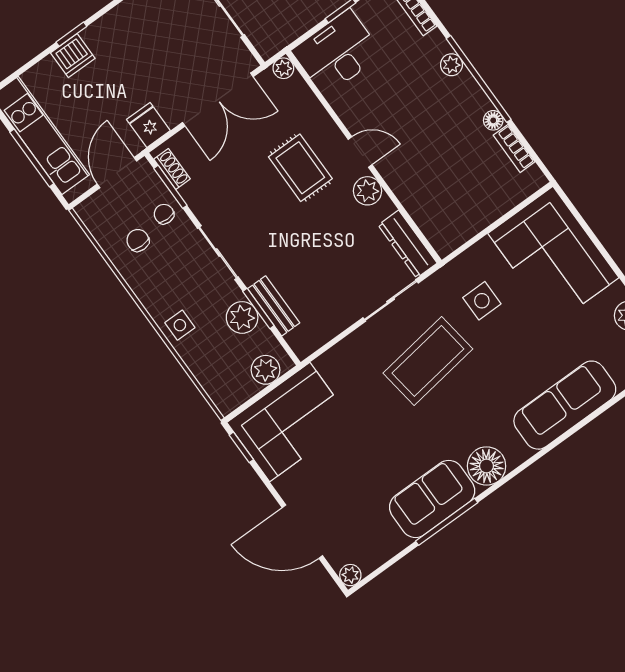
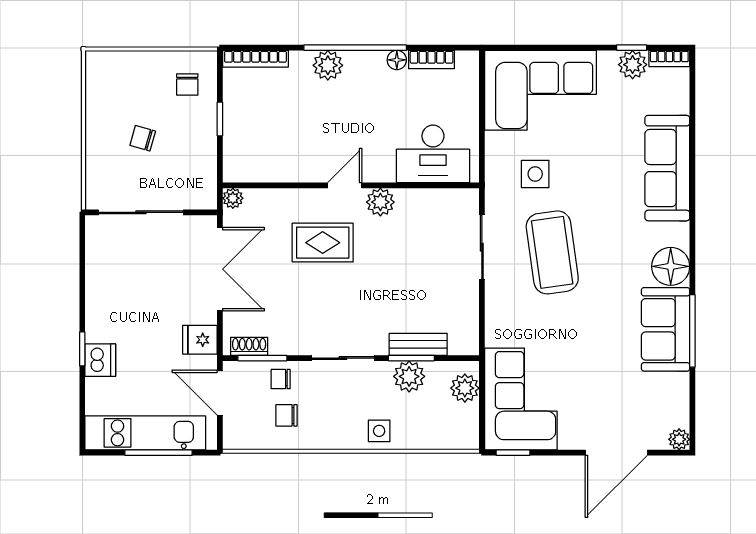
desk: (337, 52) -> (433, 154), moved, turned -90
plant: (451, 65) -> (328, 65), width x1.38, depth x1.38
dresser: (408, 244) -> (446, 201), removed

